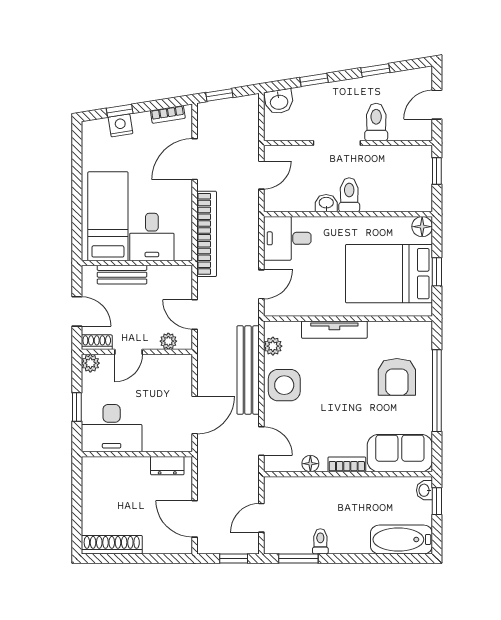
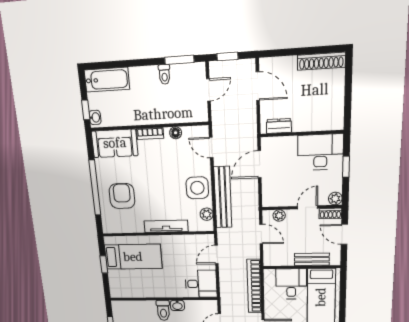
floor lamp: (422, 227) -> (116, 292), removed
bed: (389, 274) -> (133, 257), width x0.67

